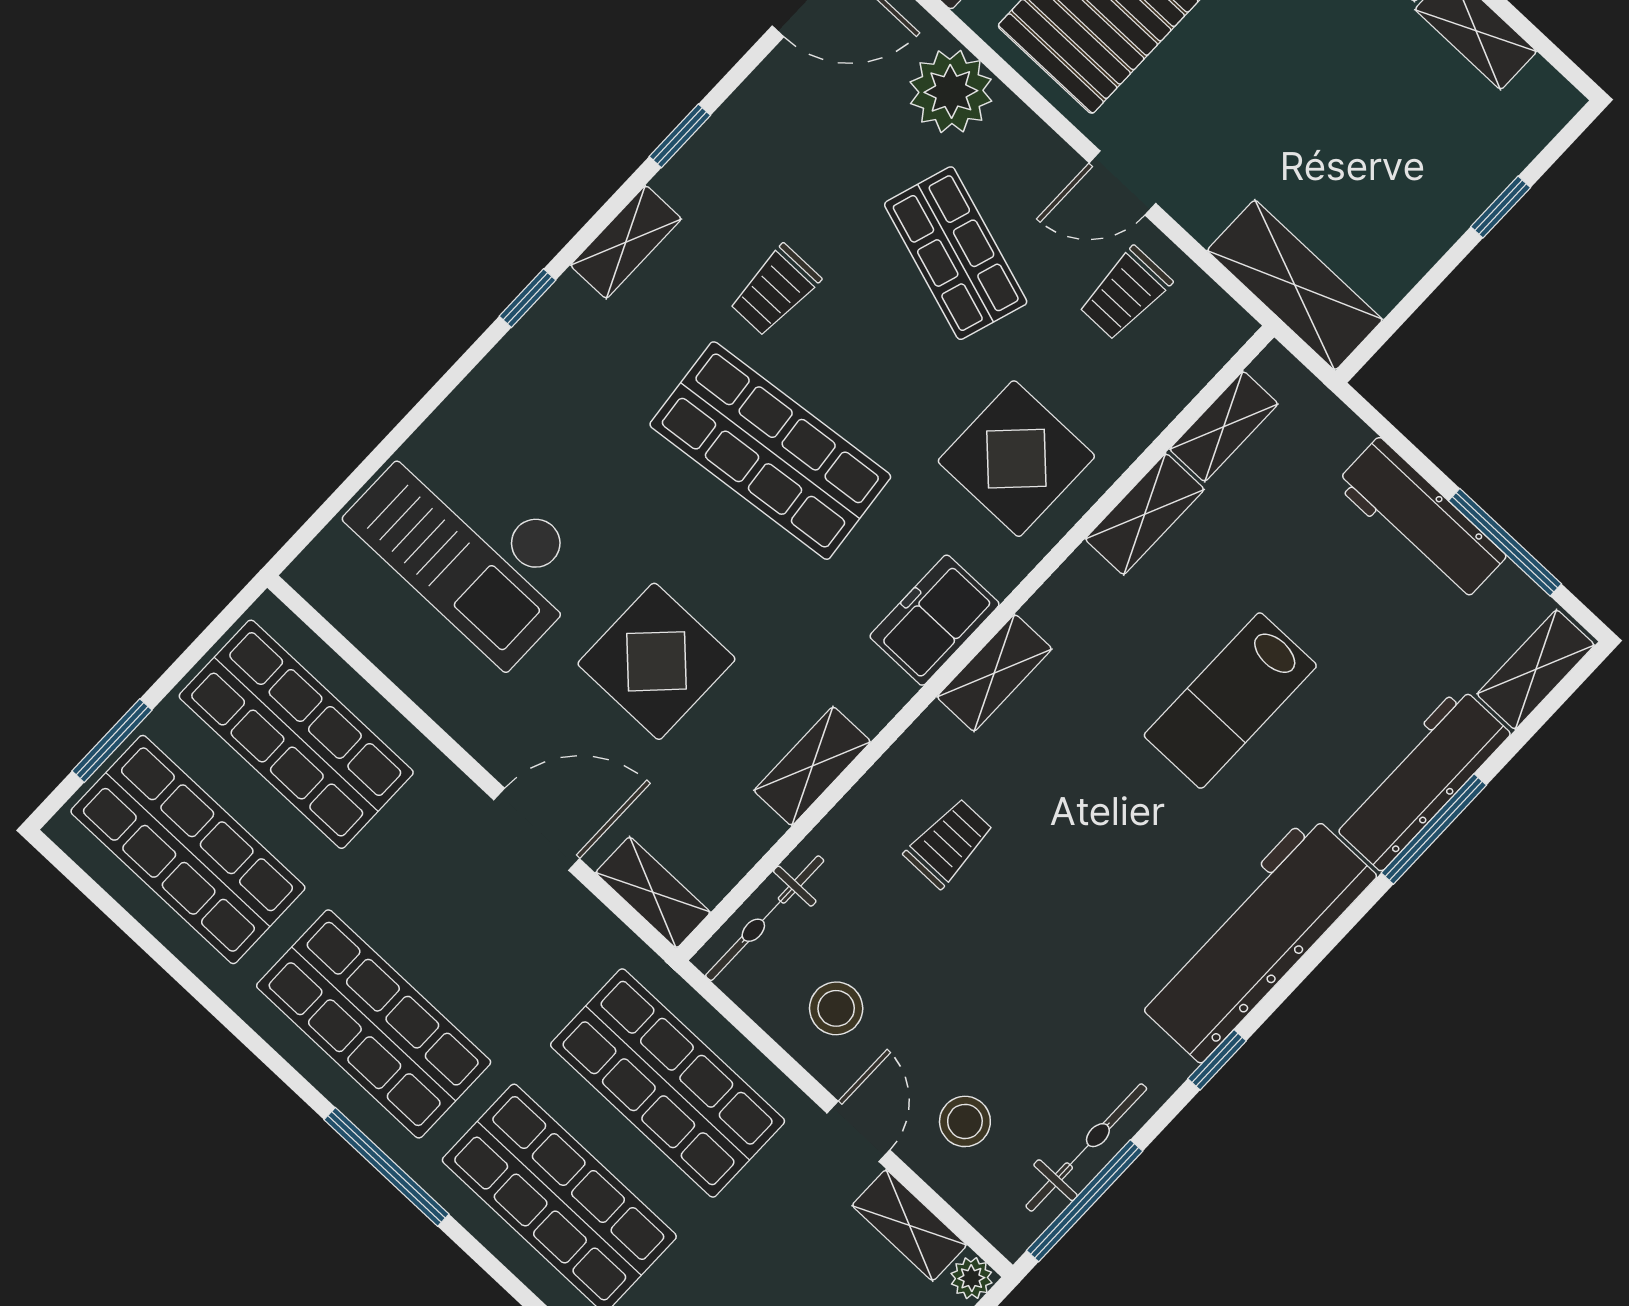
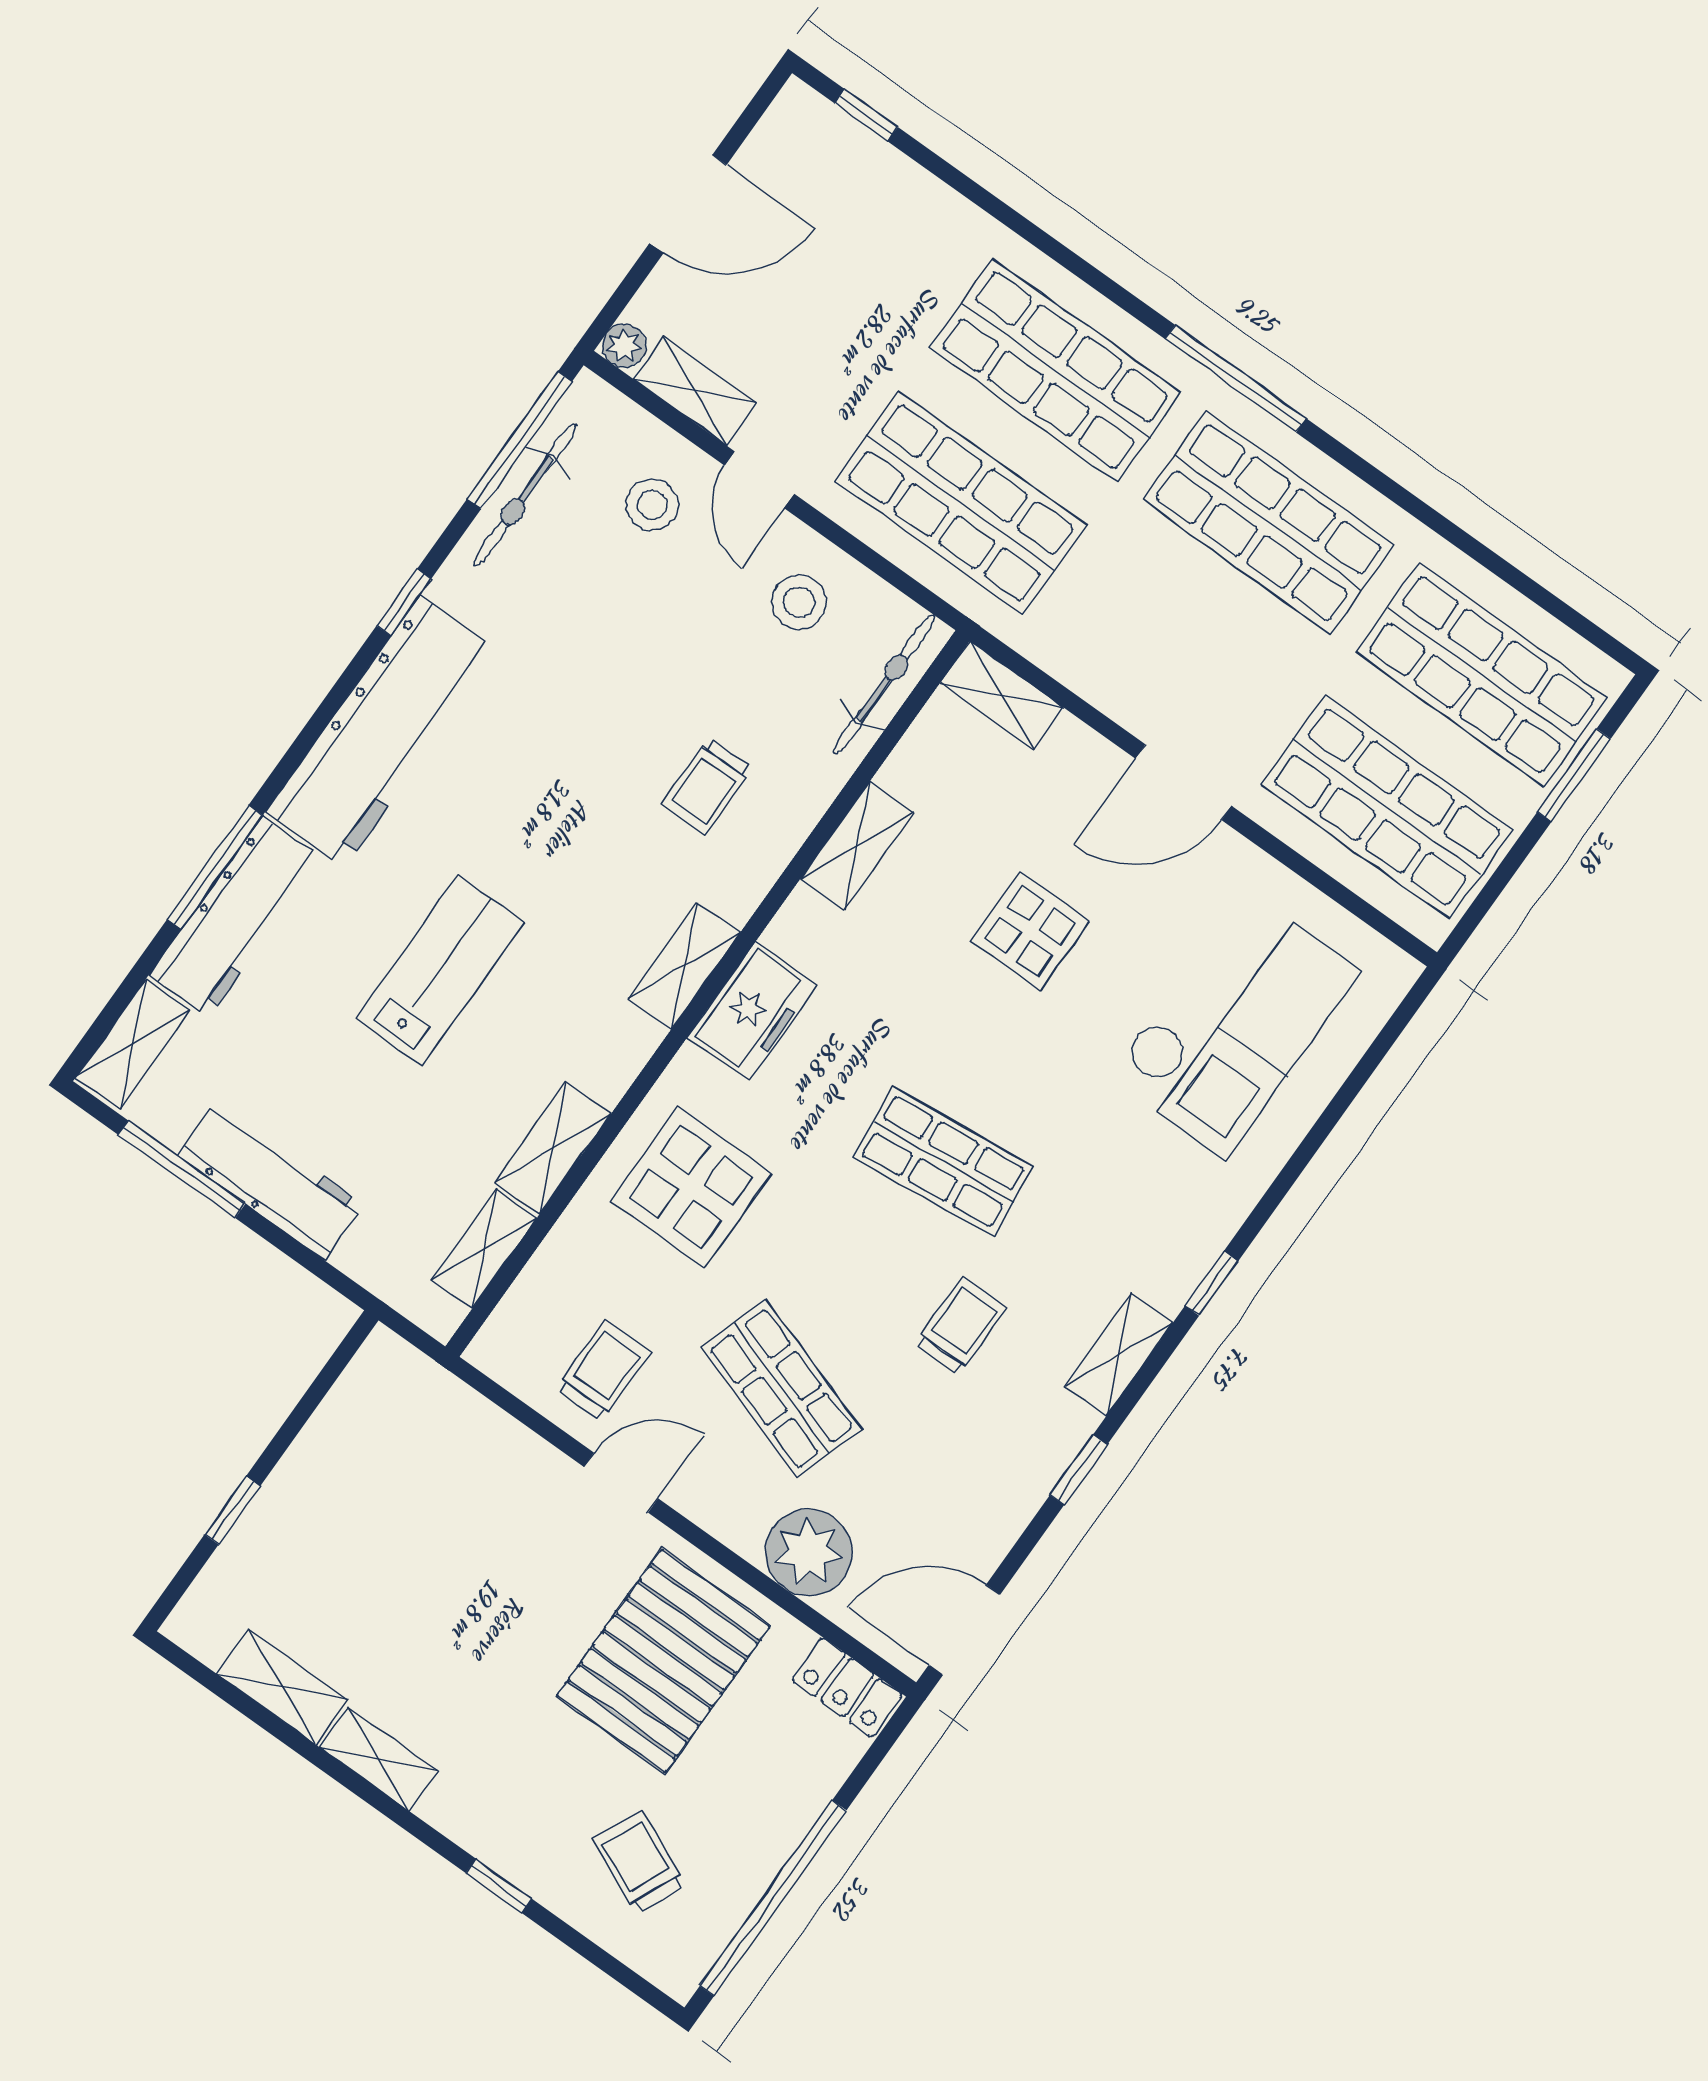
shelving: (1295, 285) -> (431, 1403), removed
shop shelf: (770, 451) -> (943, 1162), width x0.70, depth x0.74
checkout: (472, 545) -> (1234, 1024), turned 90
display table: (656, 661) -> (1030, 931), width x0.73, depth x0.73
door: (537, 829) -> (1184, 782), moved

